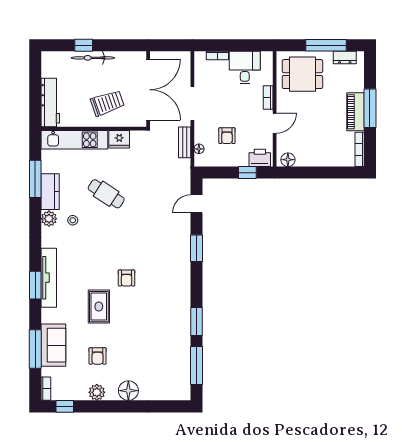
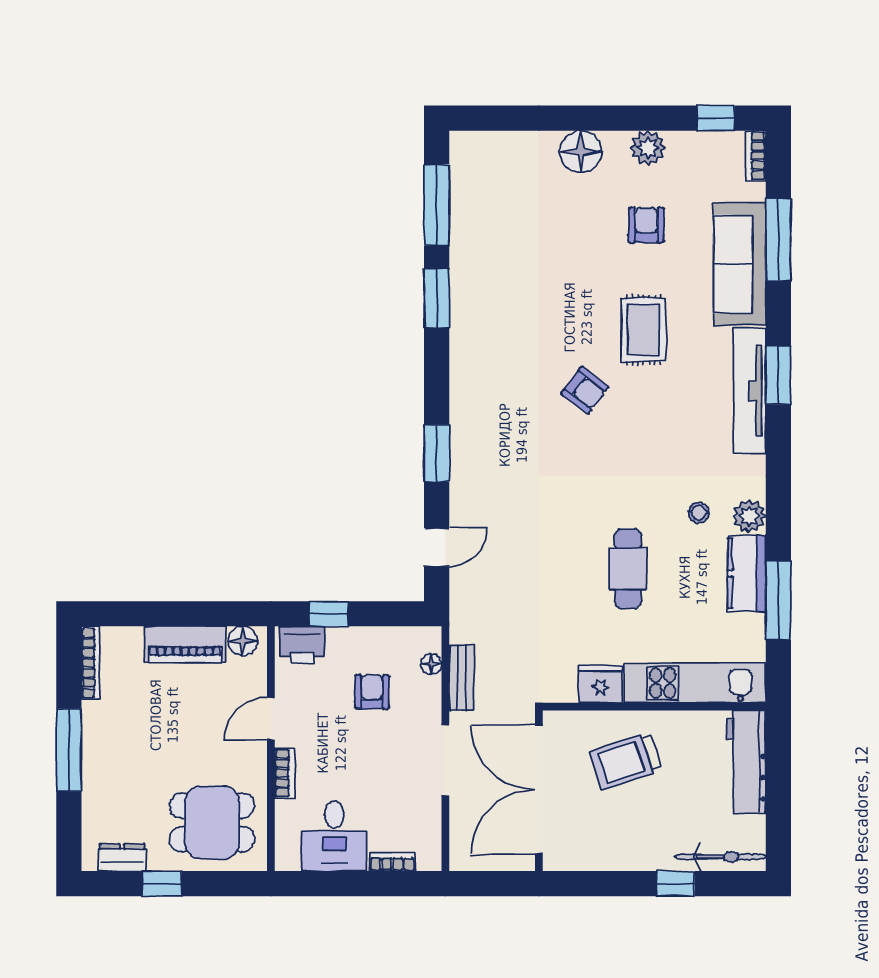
window: (326, 45) -> (162, 884), width x0.46
bicycle: (93, 58) -> (720, 857), moved
piano: (356, 112) -> (185, 644), moved, turned 90
cafe table: (106, 194) -> (628, 569), turned 57
armchair: (126, 278) -> (585, 390), turned 127
sofa: (53, 345) -> (740, 264), width x1.36

